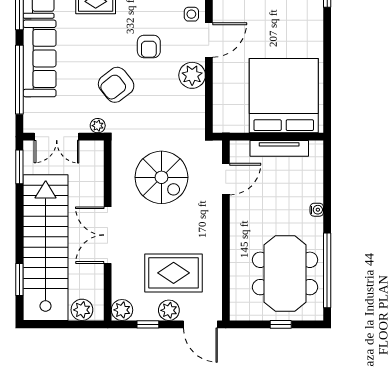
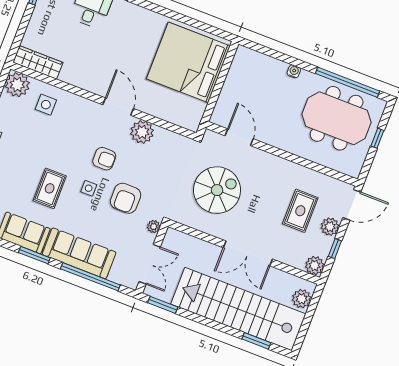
side table: (191, 14) -> (89, 188), moved
armchair: (116, 85) -> (126, 198), turned 38
tv unit: (279, 148) -> (231, 83), removed
rug: (174, 273) -> (300, 211), width x0.73, depth x0.70

